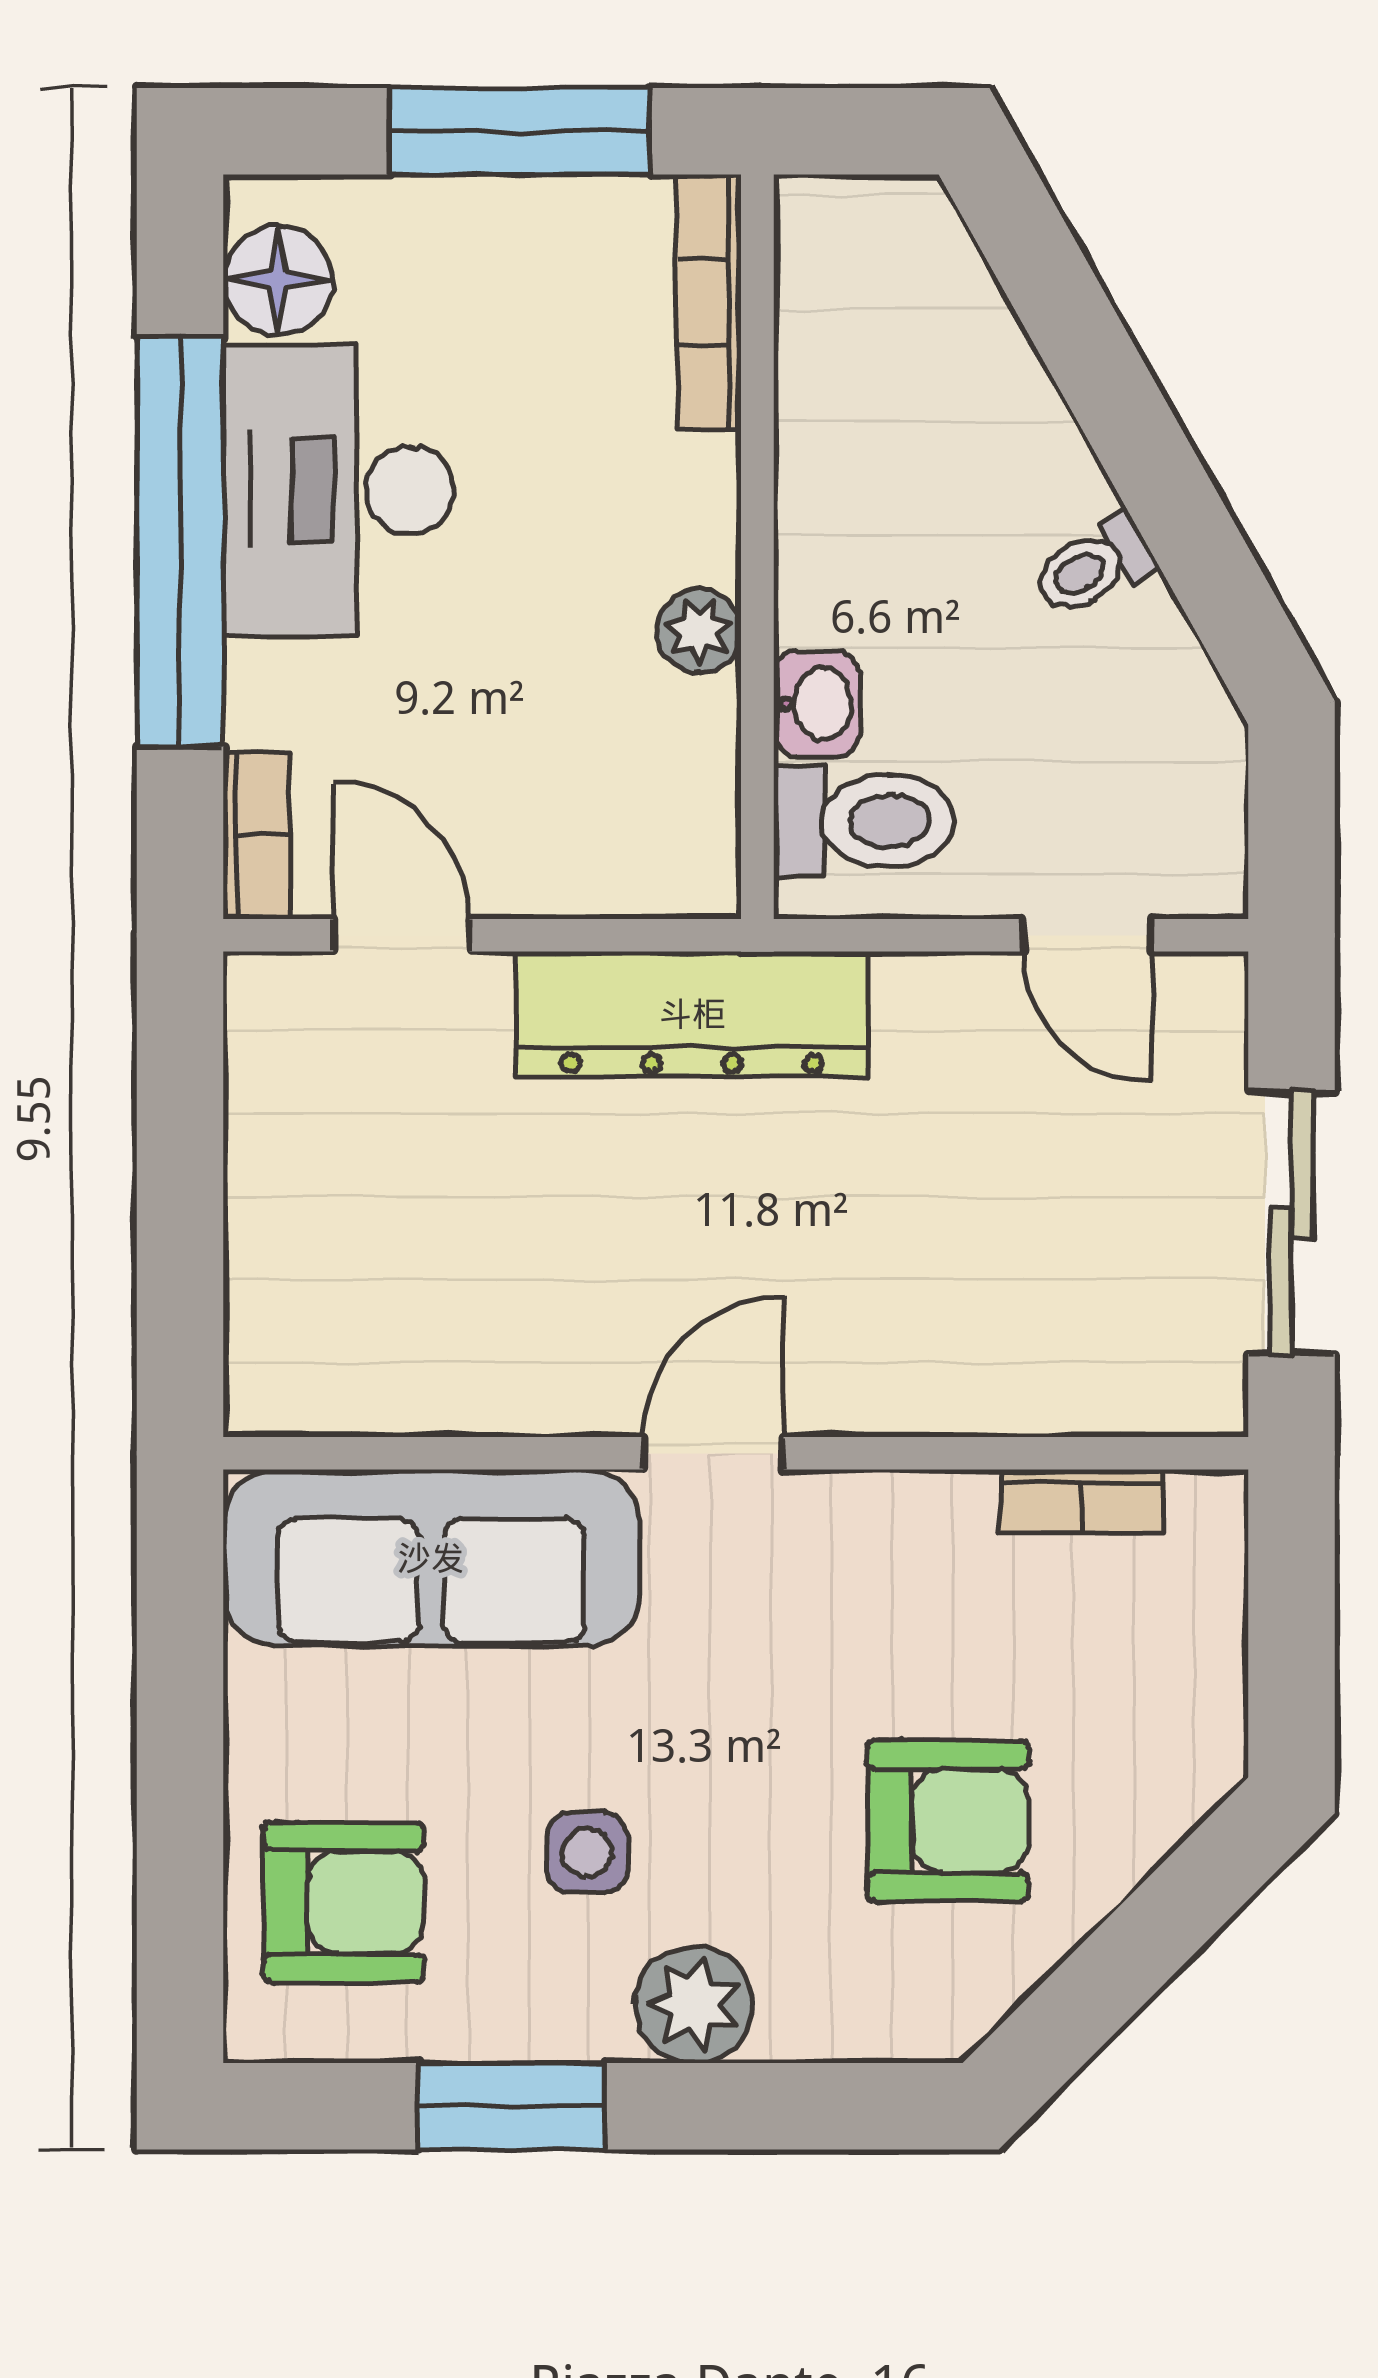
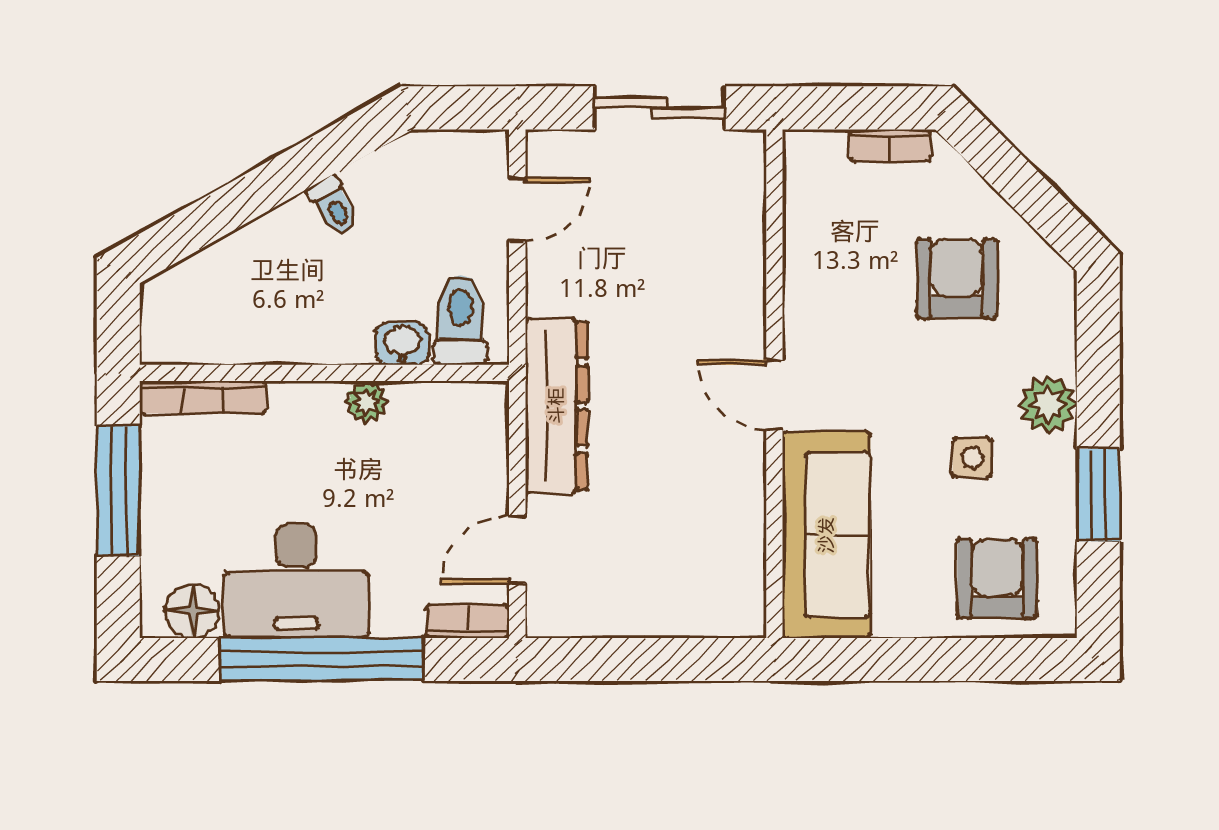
bookcase: (1081, 1502) -> (890, 145), moved, turned 90

